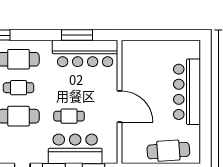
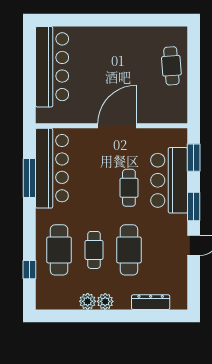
bar counter: (187, 92) -> (52, 67), moved, turned -90
cafe table: (168, 151) -> (171, 66), width x0.73, depth x0.74

